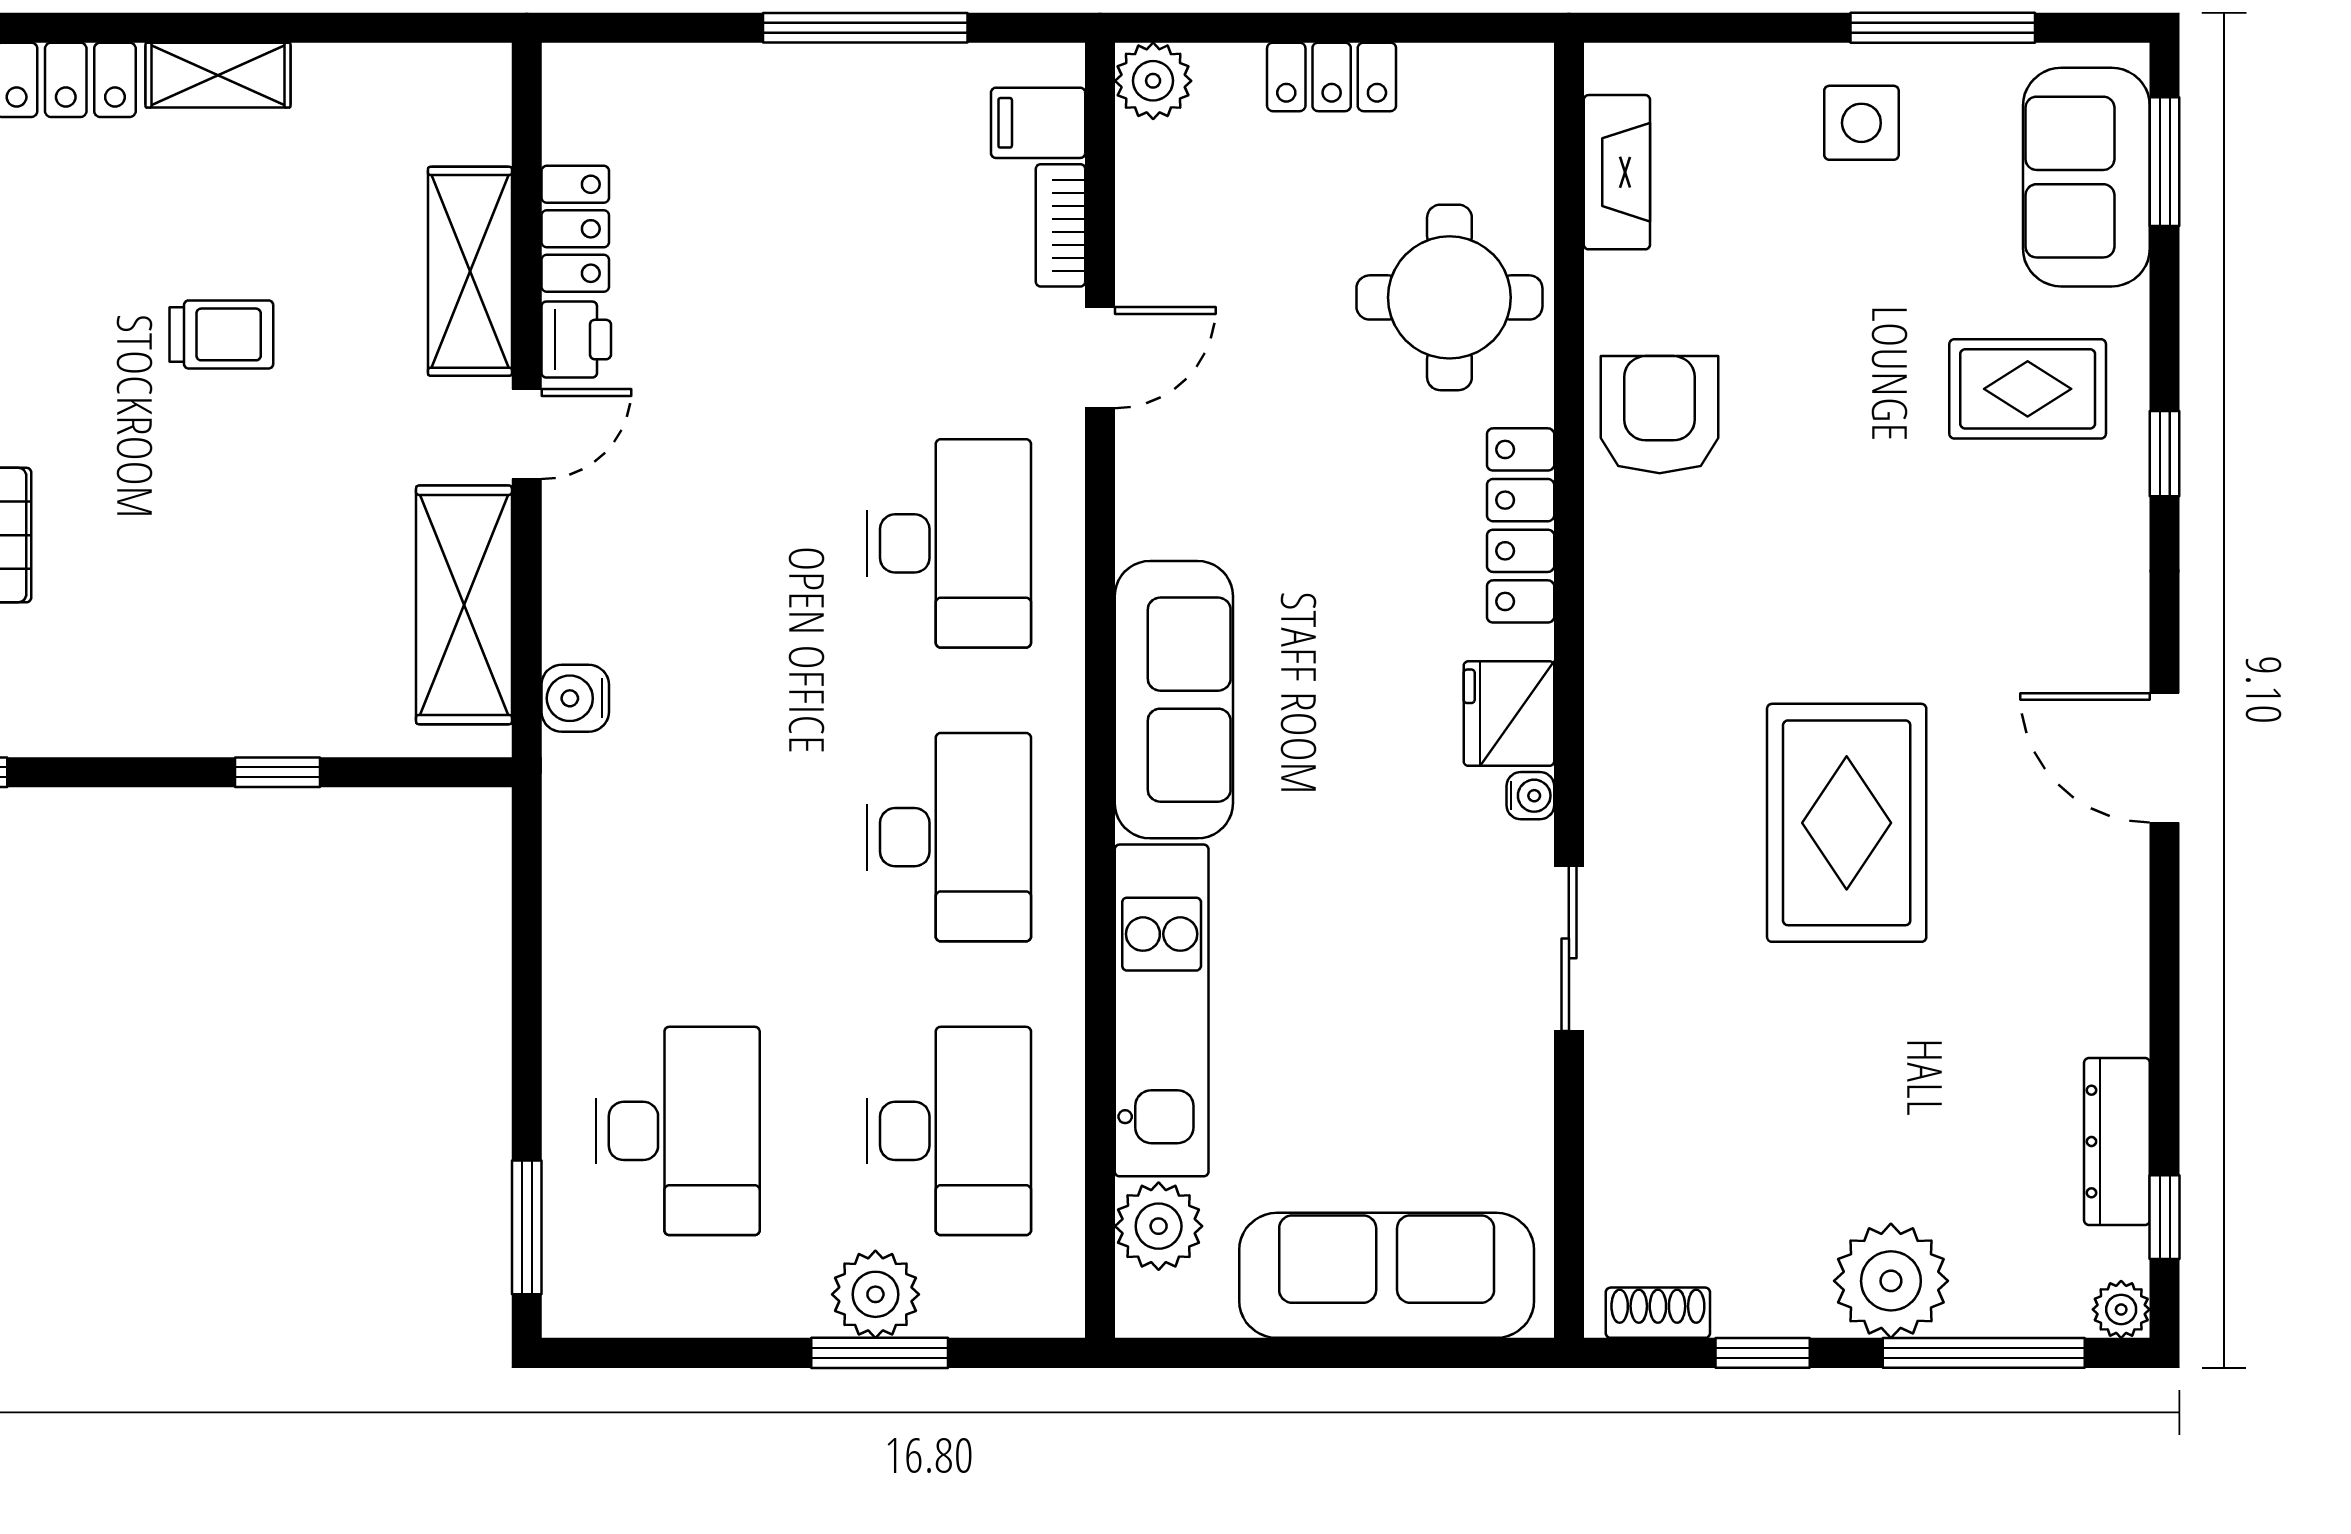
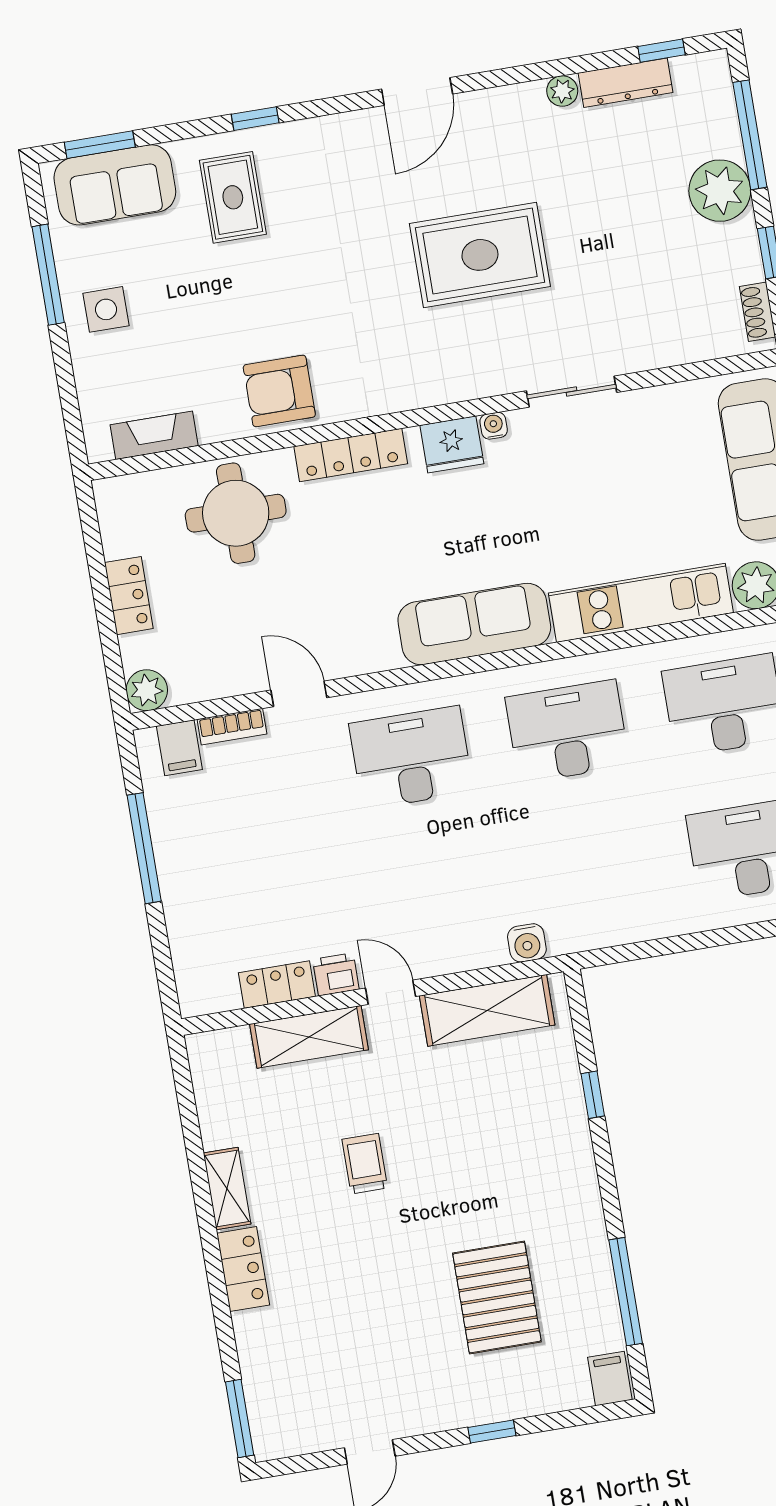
plant: (2121, 1309) -> (562, 91), moved

